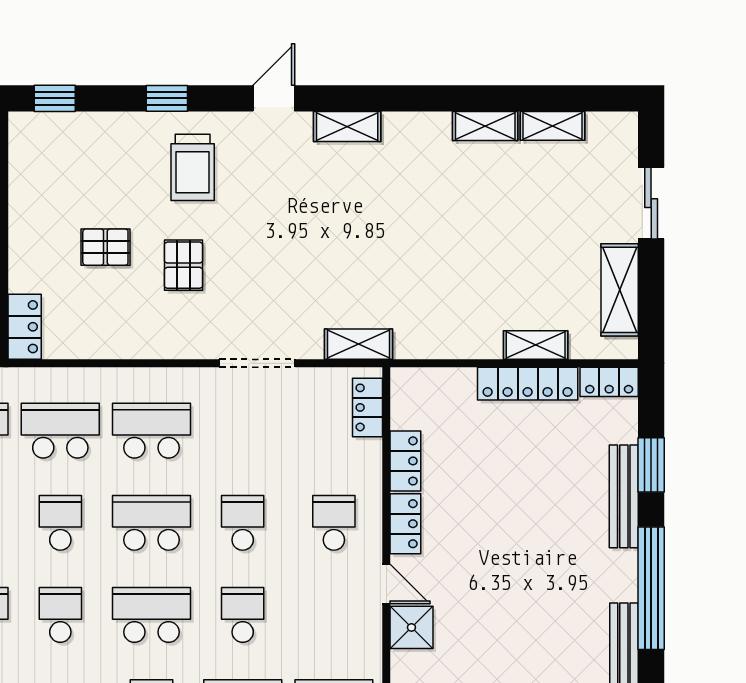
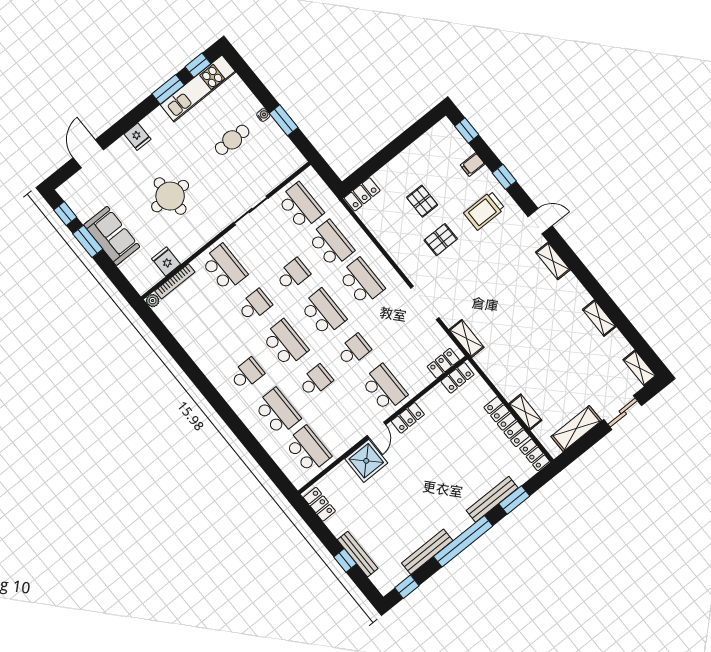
shelving: (552, 126) -> (640, 368), moved
filing cabinet: (111, 130) -> (473, 165), added
locker: (405, 461) -> (457, 378), moved
school desk: (334, 523) -> (384, 388), width x1.85
shower: (411, 627) -> (366, 461), width x1.36, depth x1.36

